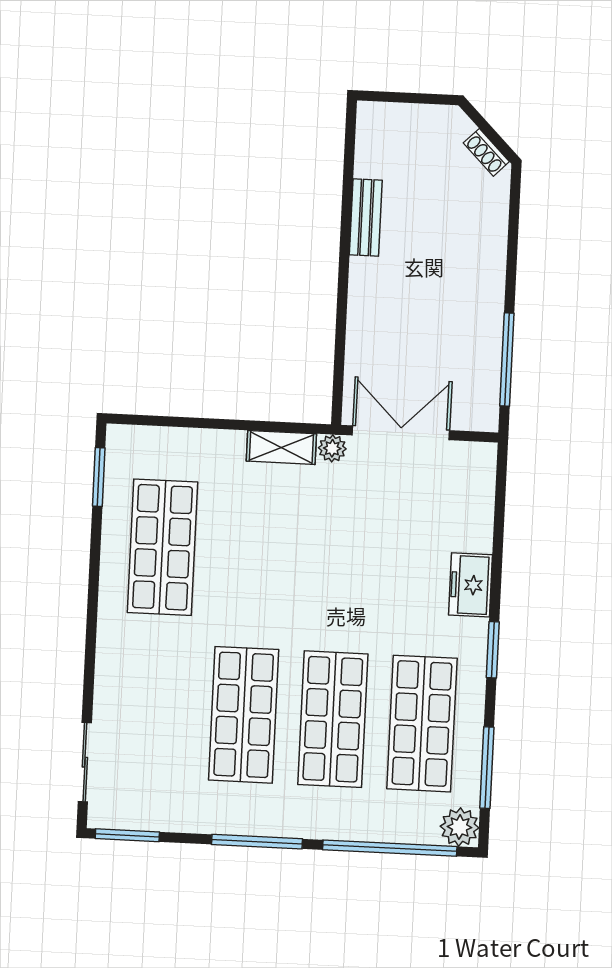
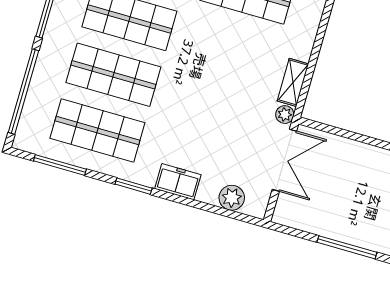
window: (507, 360) -> (347, 247), moved
plant: (460, 827) -> (232, 198), moved

